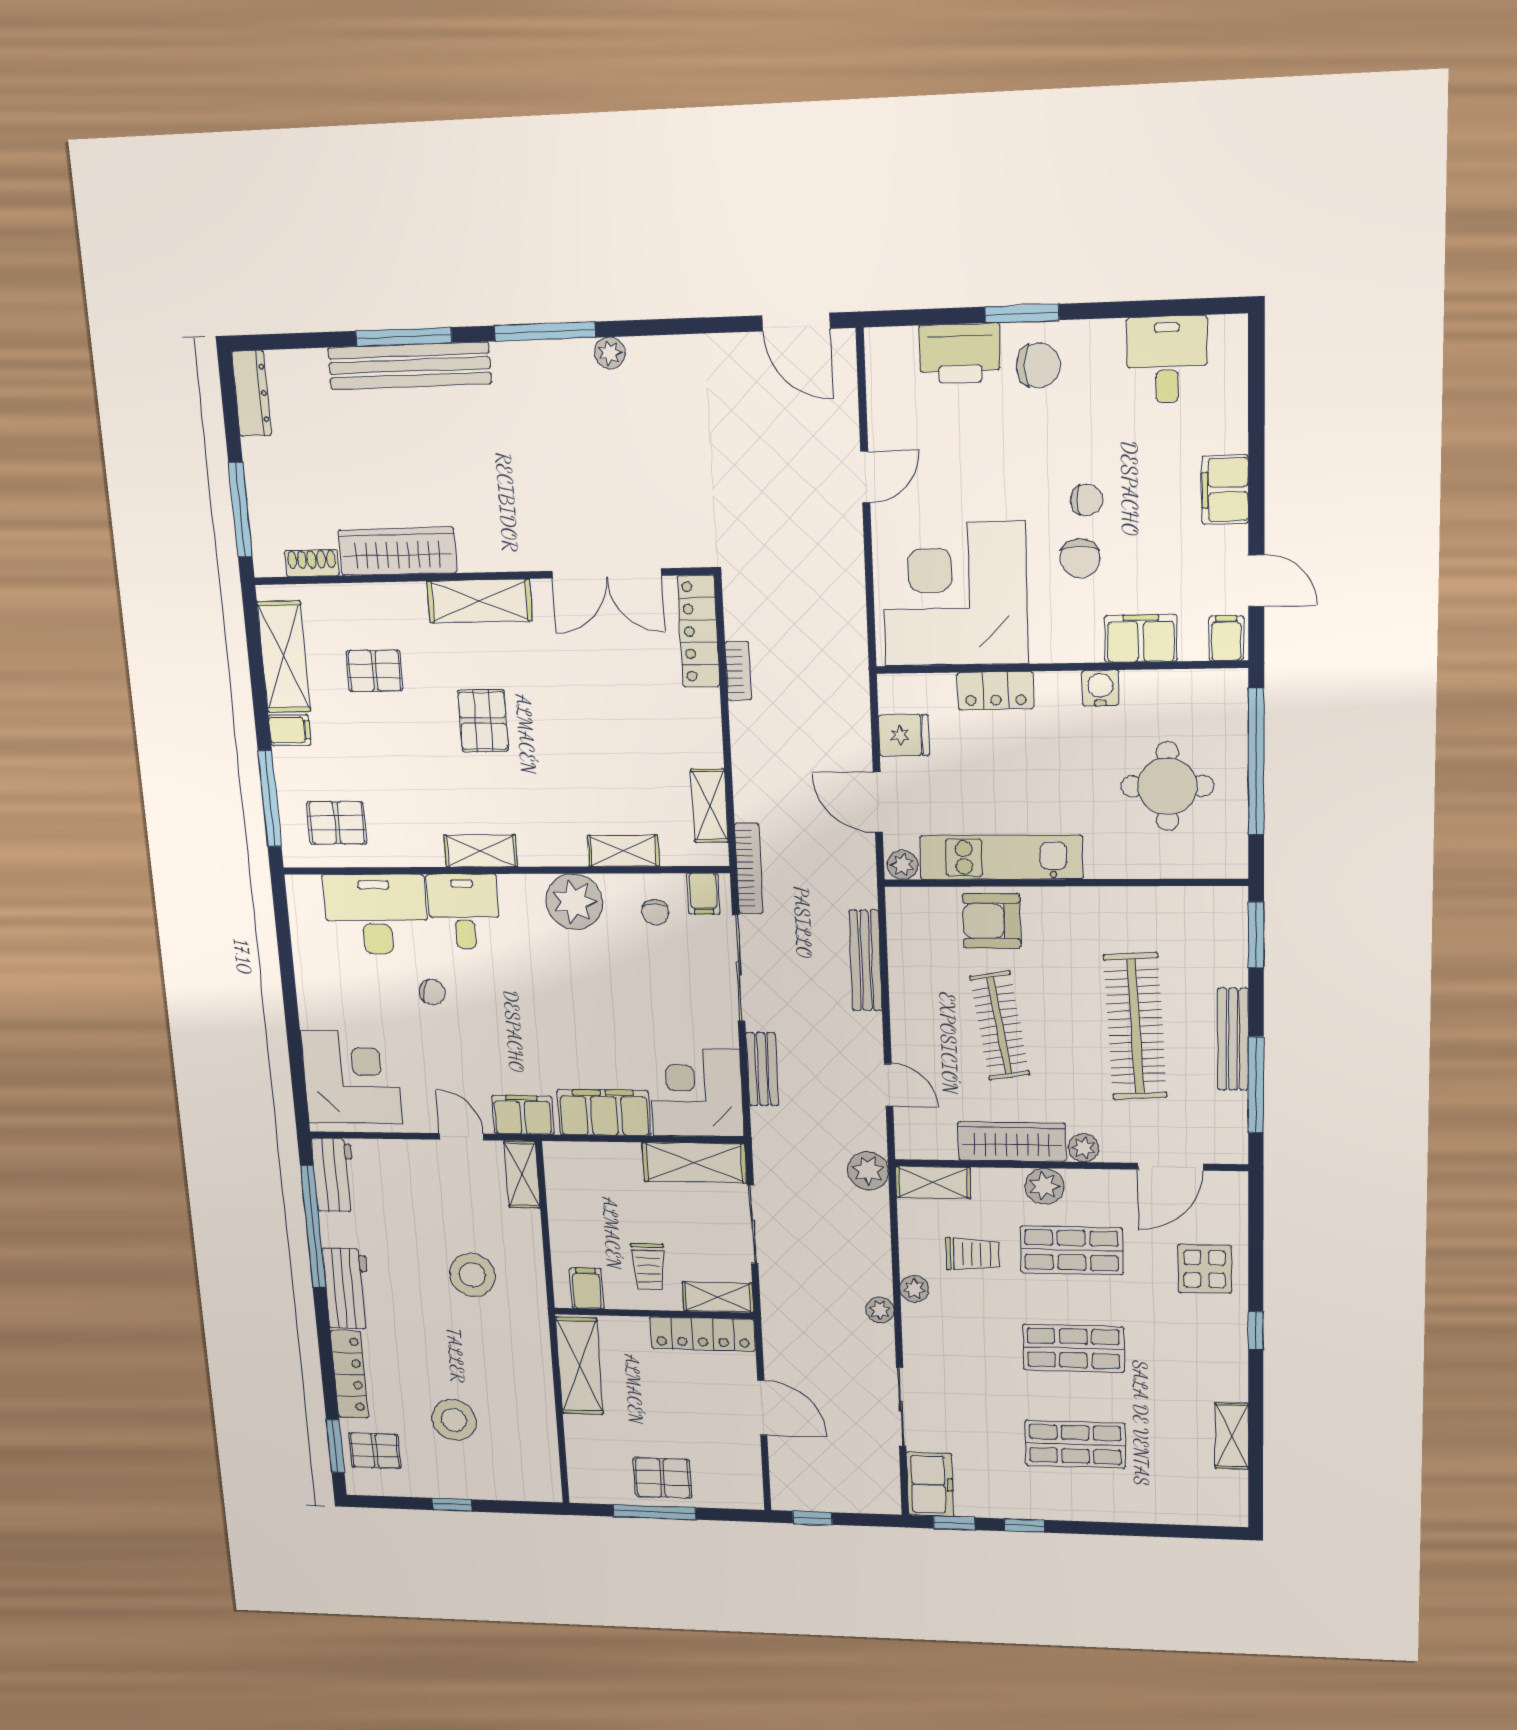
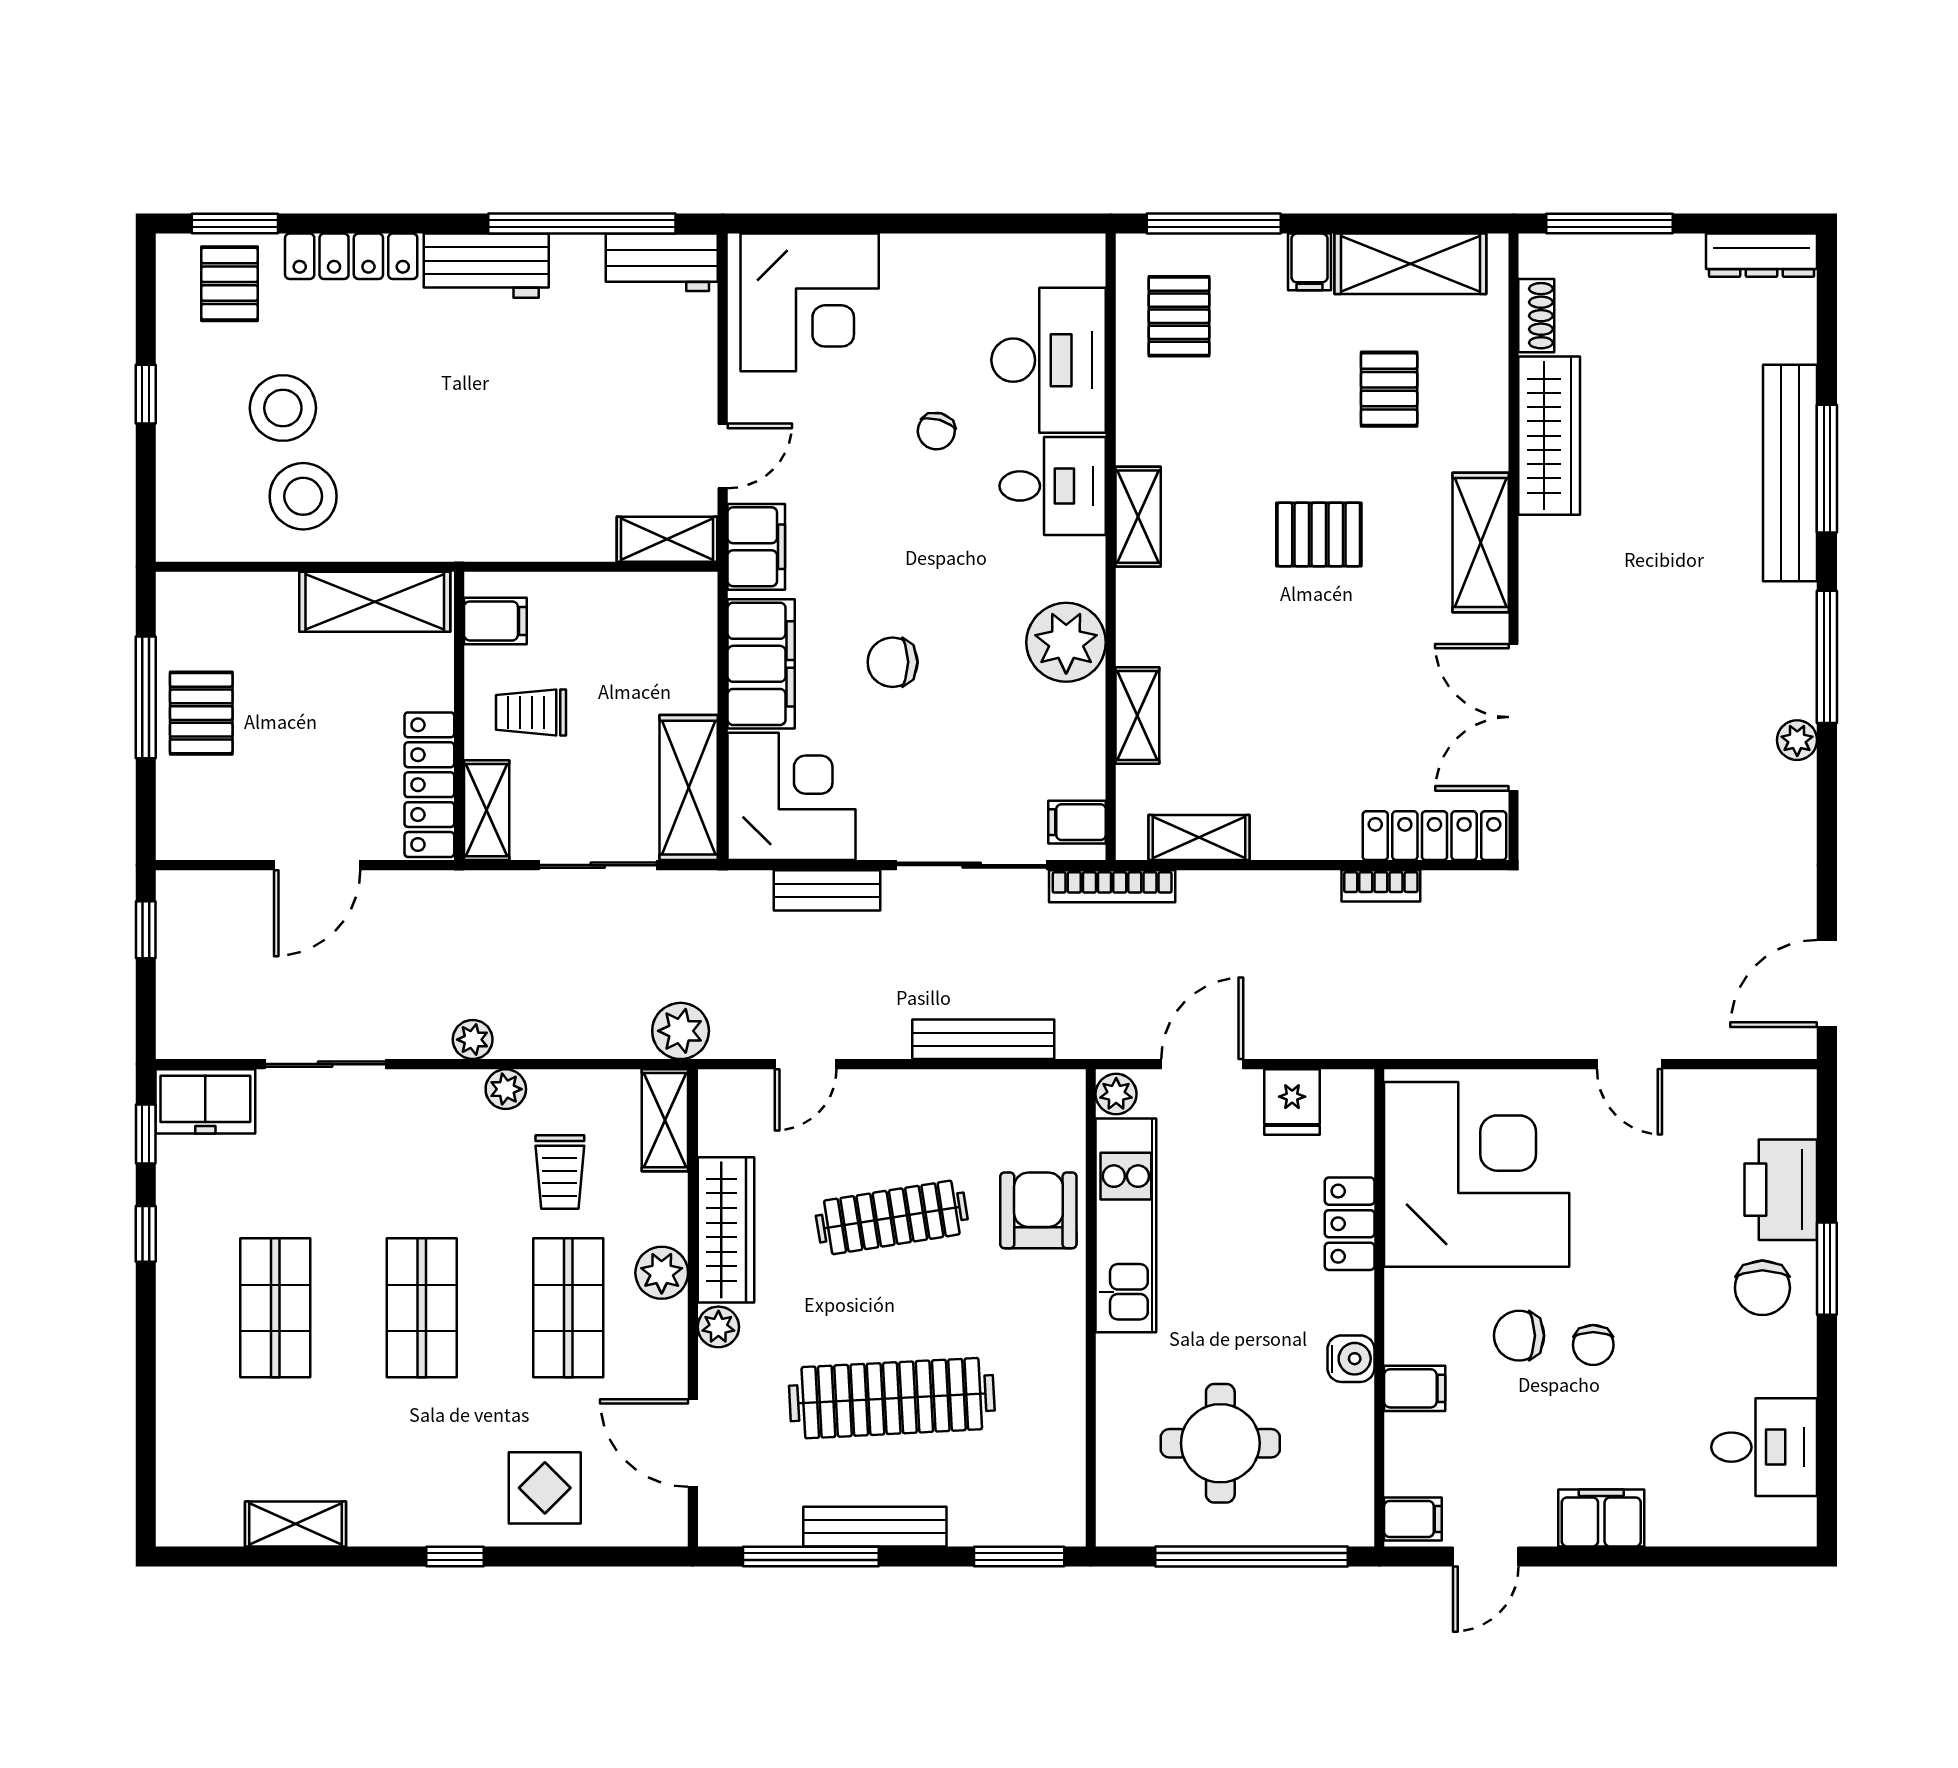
filing cabinet: (1141, 638) -> (1415, 1388), width x0.50
chair: (655, 912) -> (893, 662), moved, width x1.37, depth x1.37
stool: (472, 1275) -> (303, 496), moved

